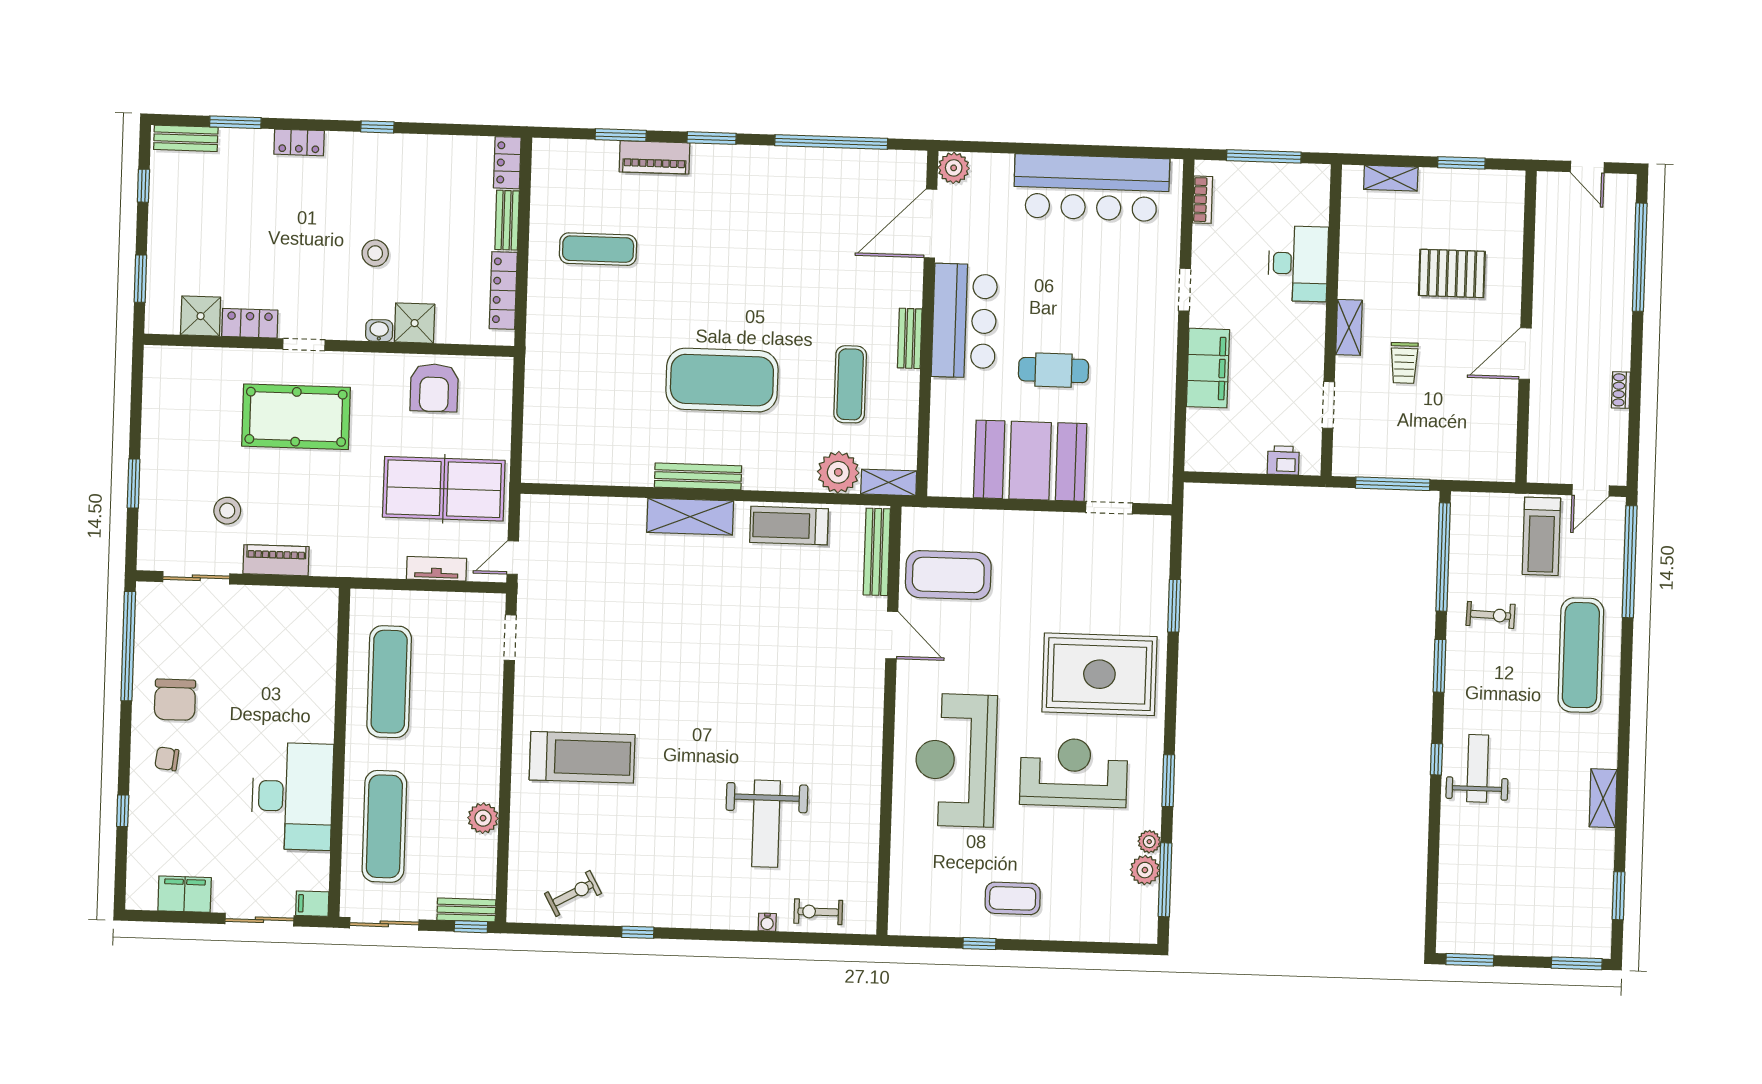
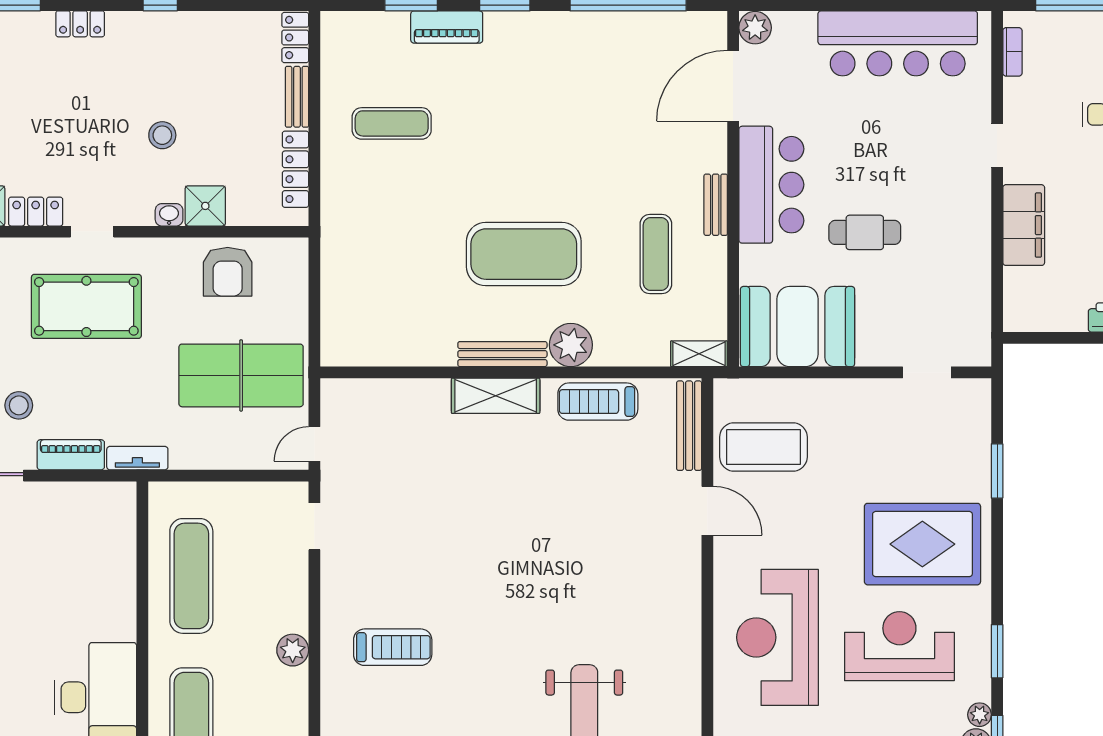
booth: (1030, 461) -> (798, 327), moved
plant: (838, 472) -> (571, 345), moved
tv unit: (436, 569) -> (137, 458), moved
treadmill: (582, 757) -> (393, 647), width x0.73, depth x0.73
plant: (483, 818) -> (293, 650), moved

